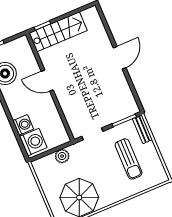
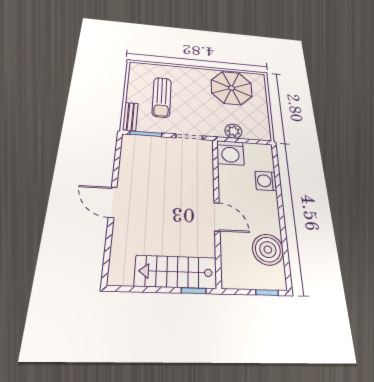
door: (120, 58) -> (113, 202), hinge flipped
washing machine: (33, 142) -> (230, 153), moved, turned -90
sun lounger: (129, 159) -> (162, 97), turned 180

